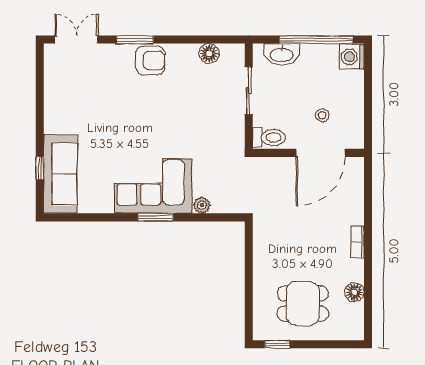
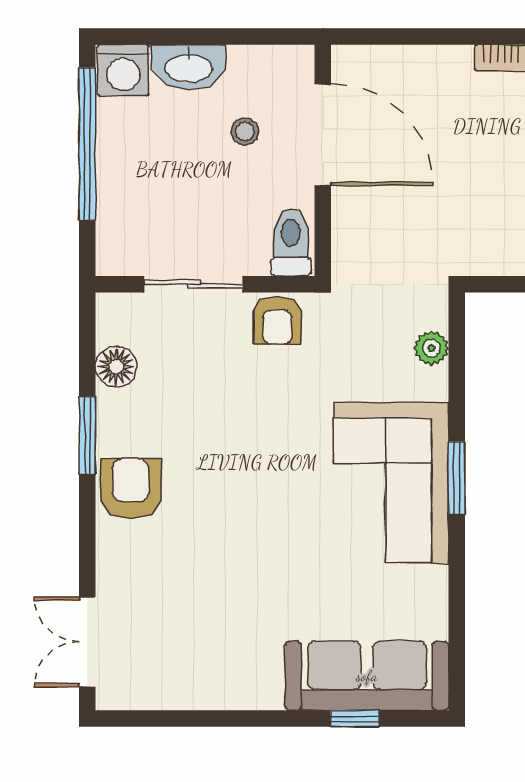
window: (135, 40) -> (87, 435), moved
washbasin: (282, 54) -> (189, 67), moved, turned 90
armchair: (231, 131) -> (277, 320), added
plant: (202, 205) -> (432, 348), moved

